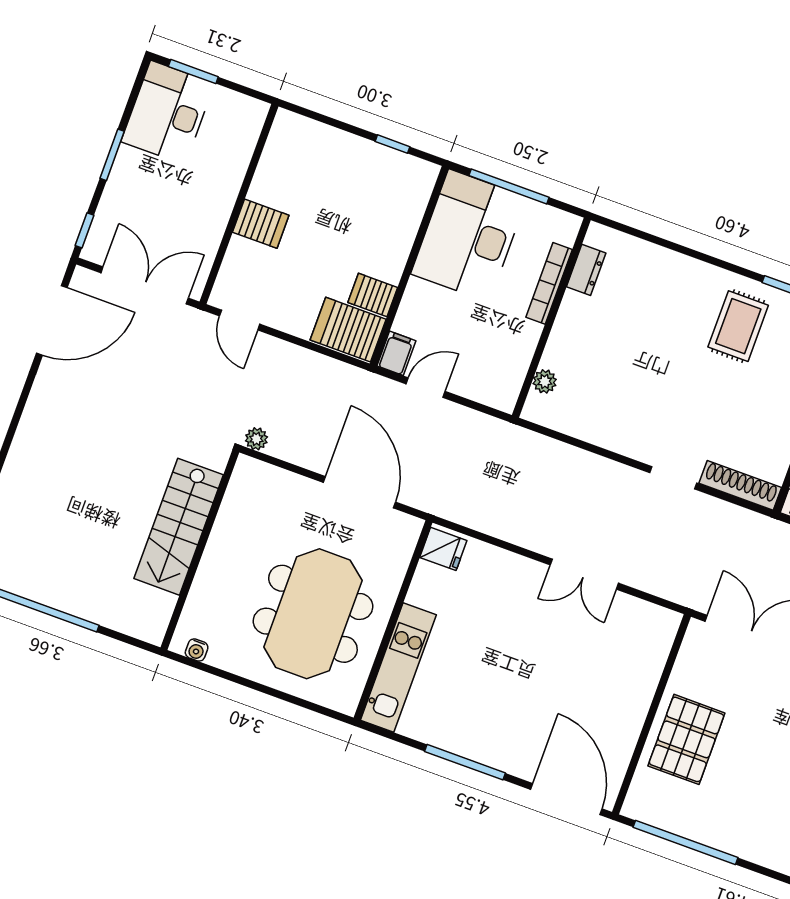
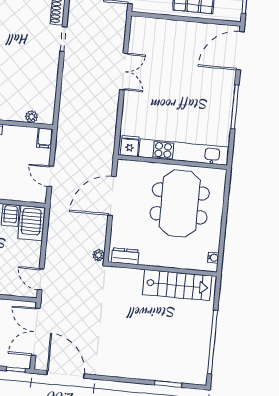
door: (240, 320) -> (41, 279), swing flipped
filing cabinet: (396, 353) -> (45, 138), moved, turned -90
dresser: (242, 487) -> (125, 256), added
stairs: (179, 527) -> (177, 285), moved
meeting table: (313, 614) -> (180, 203), turned 90
kitchen unit: (398, 667) -> (184, 152), width x1.36

